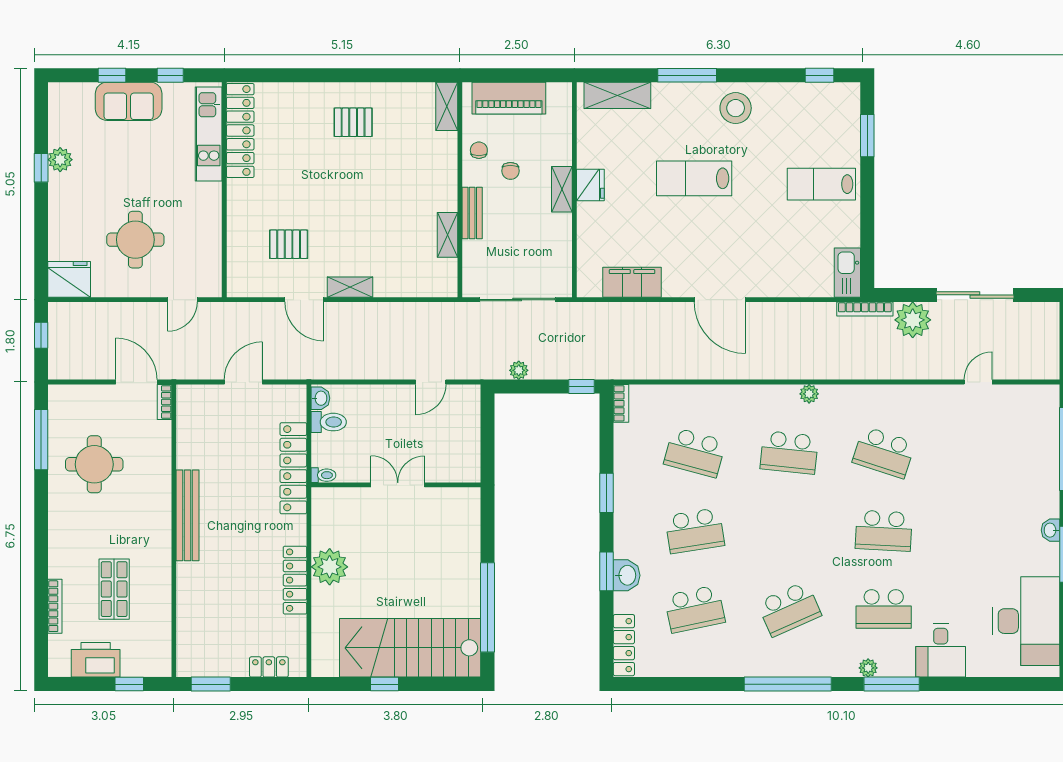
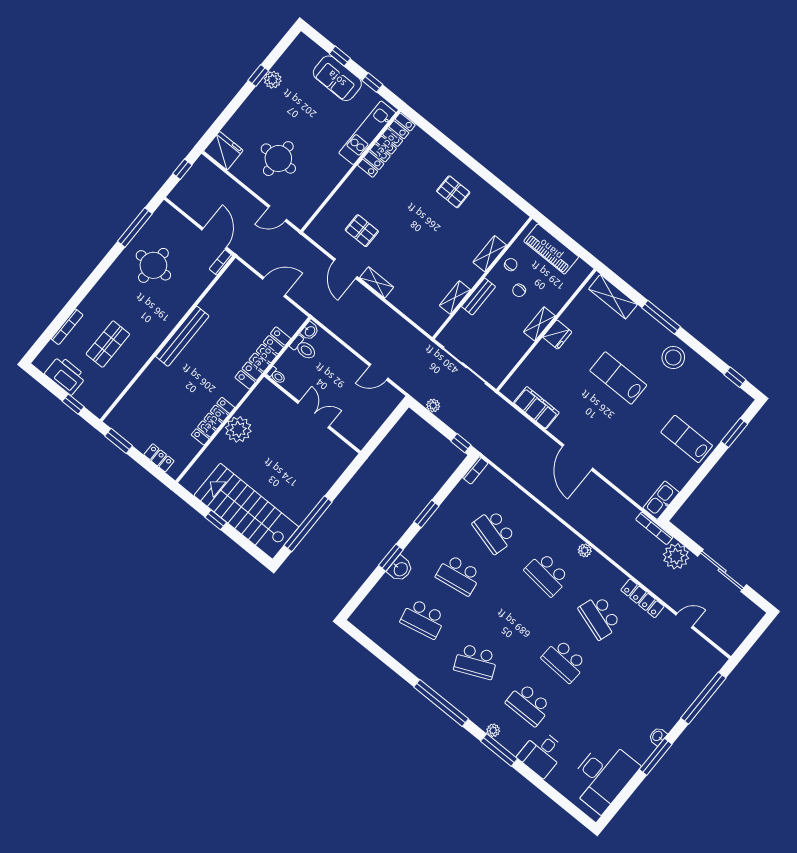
shelving: (447, 106) -> (490, 254), moved
locker: (624, 645) -> (642, 598), moved, turned 90

